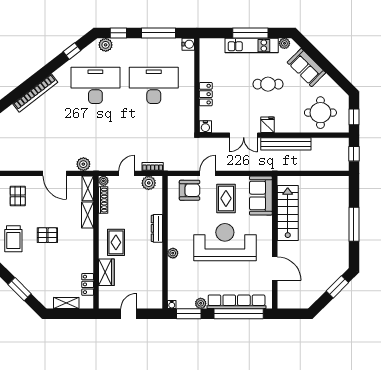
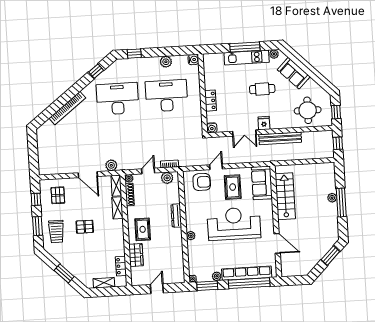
window: (158, 33) -> (168, 52), removed
plant: (106, 45) -> (166, 62), moved
plant: (343, 218) -> (332, 198), added

